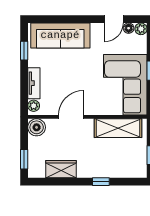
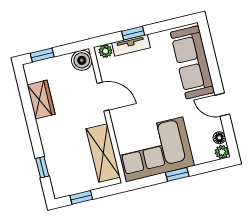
door: (114, 19) -> (222, 105), moved
window: (24, 51) -> (133, 33), moved
window: (101, 182) -> (42, 167), moved

